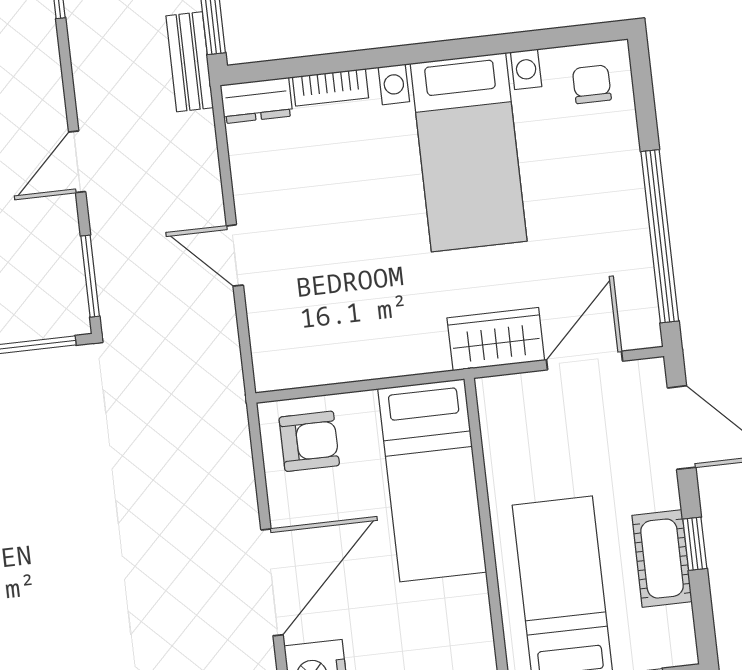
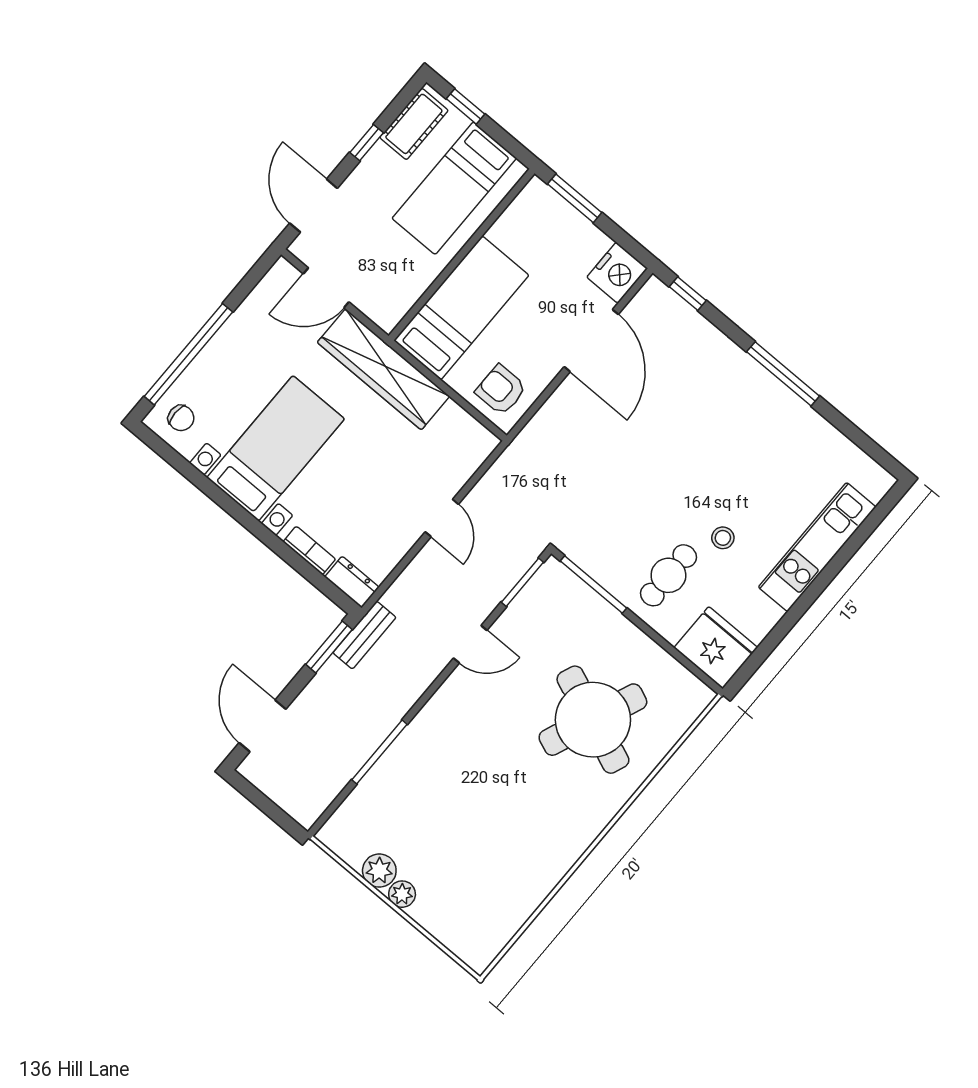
chair: (592, 84) -> (181, 418), turned -90
window: (660, 236) -> (188, 354), moved
wardrobe: (496, 339) -> (383, 369), width x2.10, depth x1.17
cot: (662, 559) -> (414, 124), moved
door: (272, 582) -> (591, 341), swing flipped

